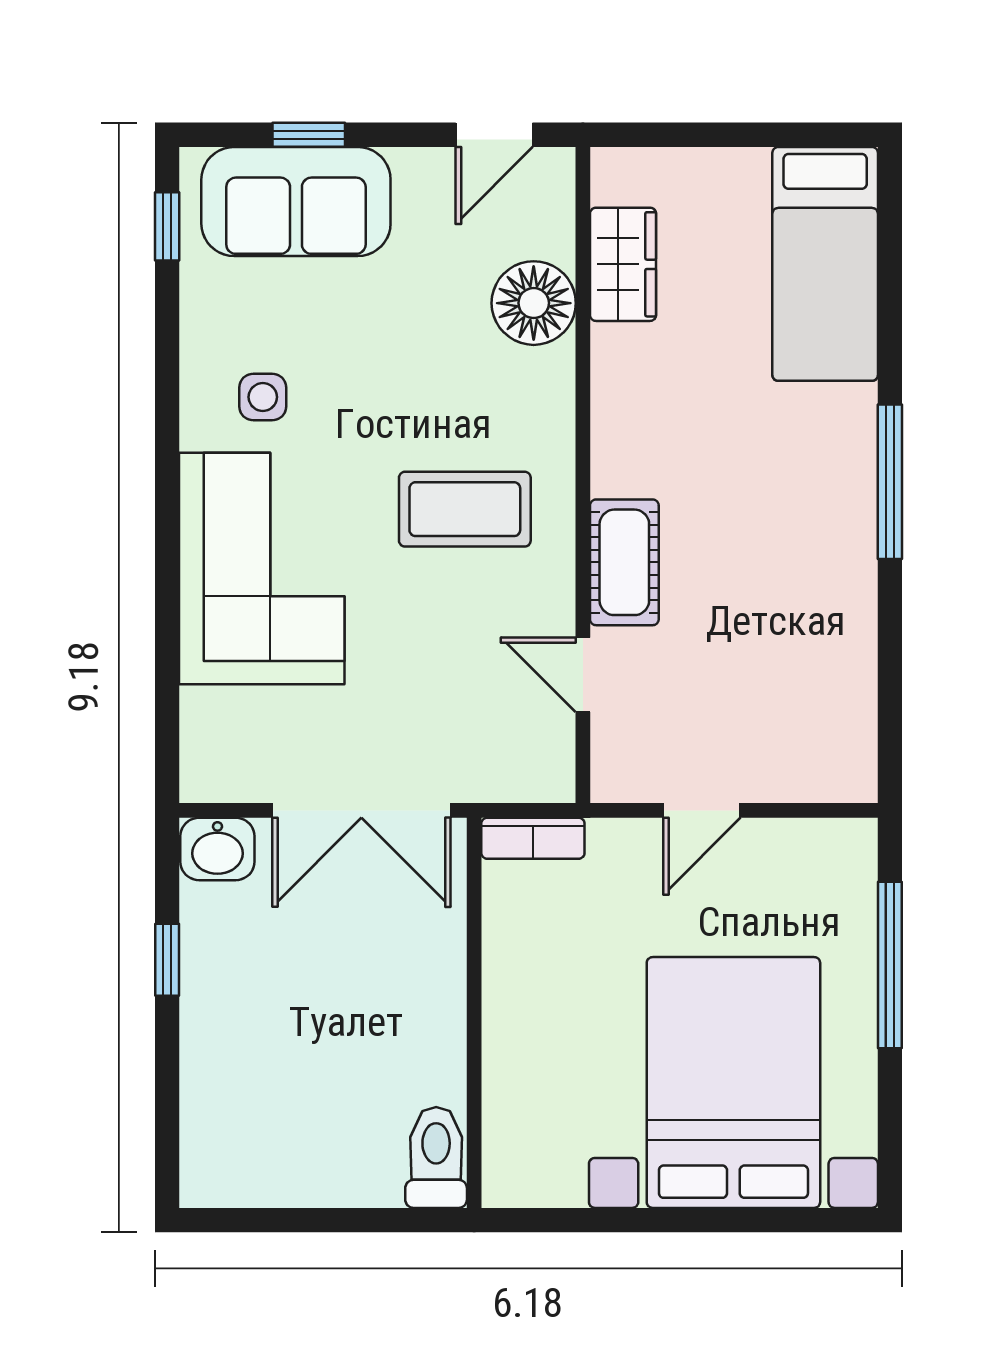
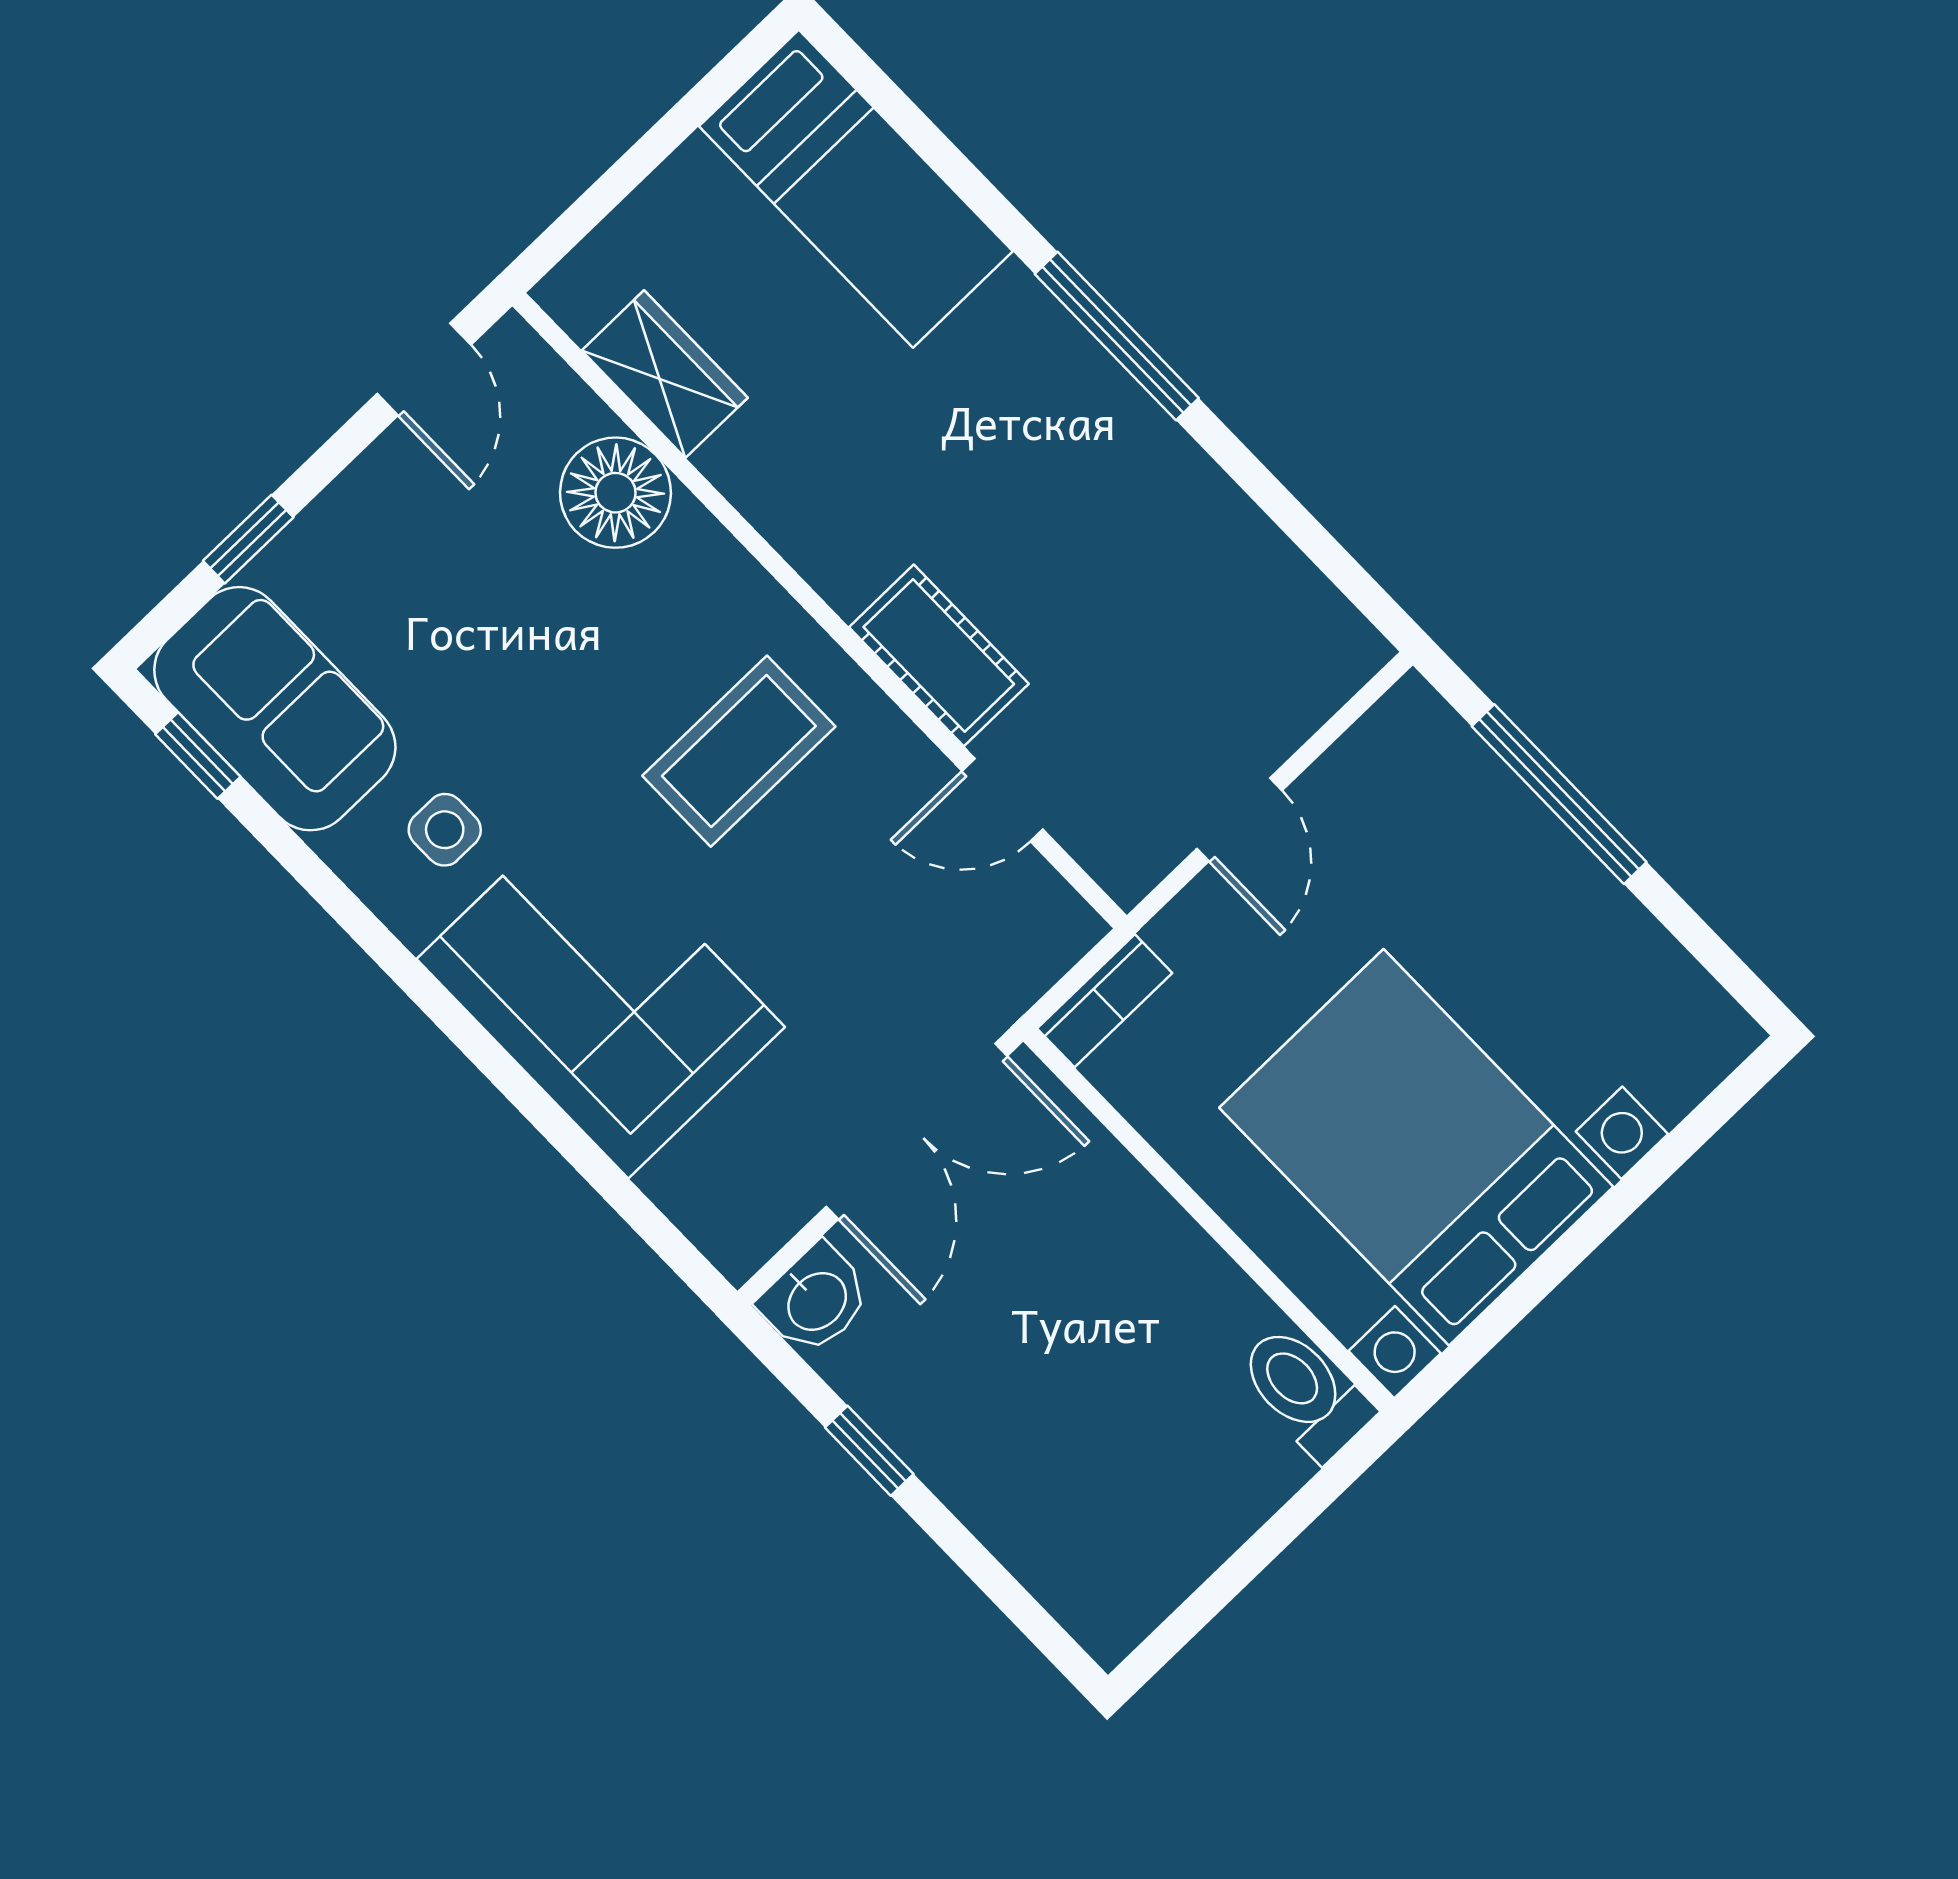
sofa: (296, 202) -> (275, 709), moved, turned -90
bed with nightstands: (733, 1082) -> (1416, 1147), moved

